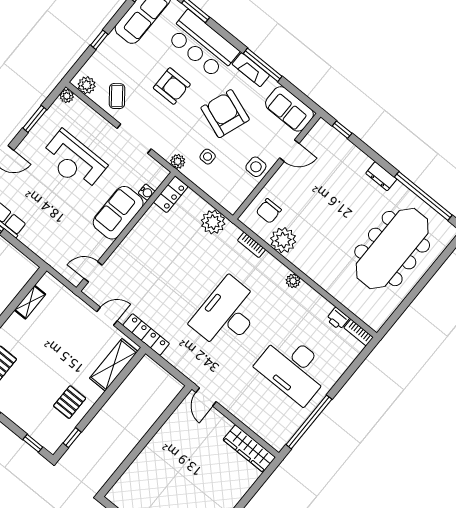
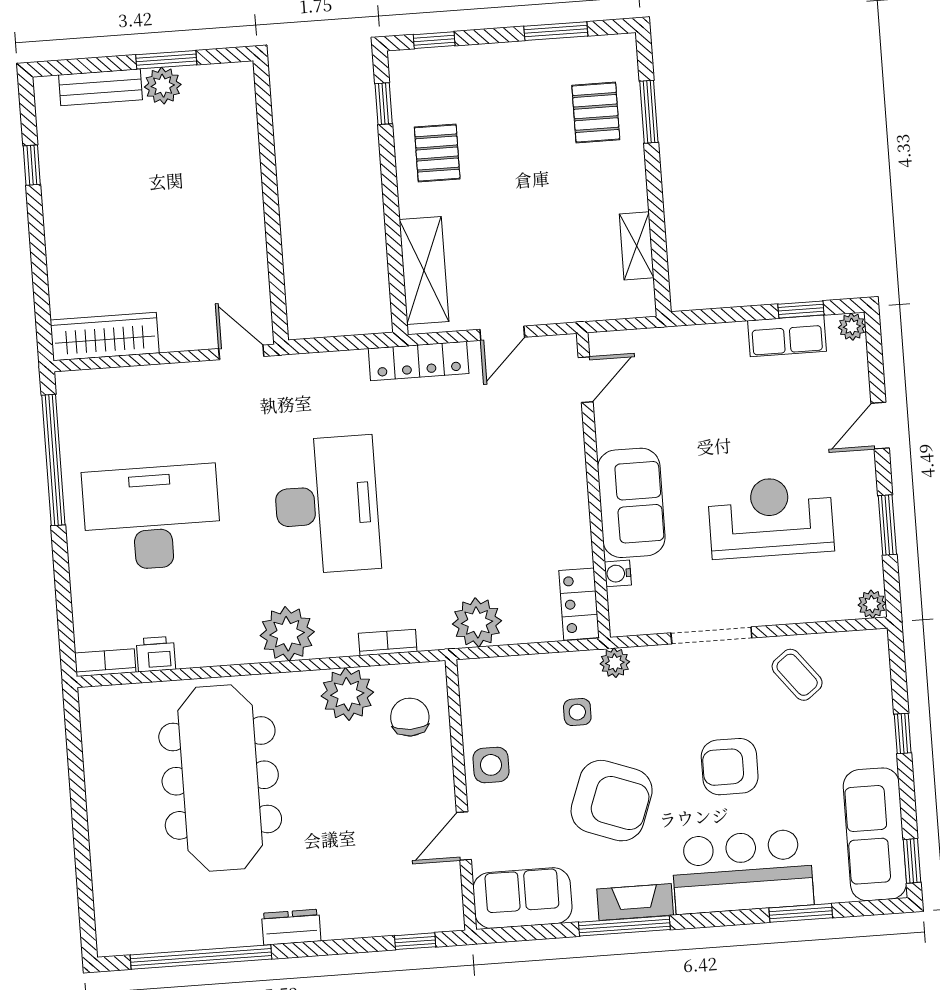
plant: (87, 85) -> (858, 648), removed
meeting table: (392, 249) -> (220, 778), moved
plant: (293, 281) -> (287, 634), width x1.87, depth x1.87

